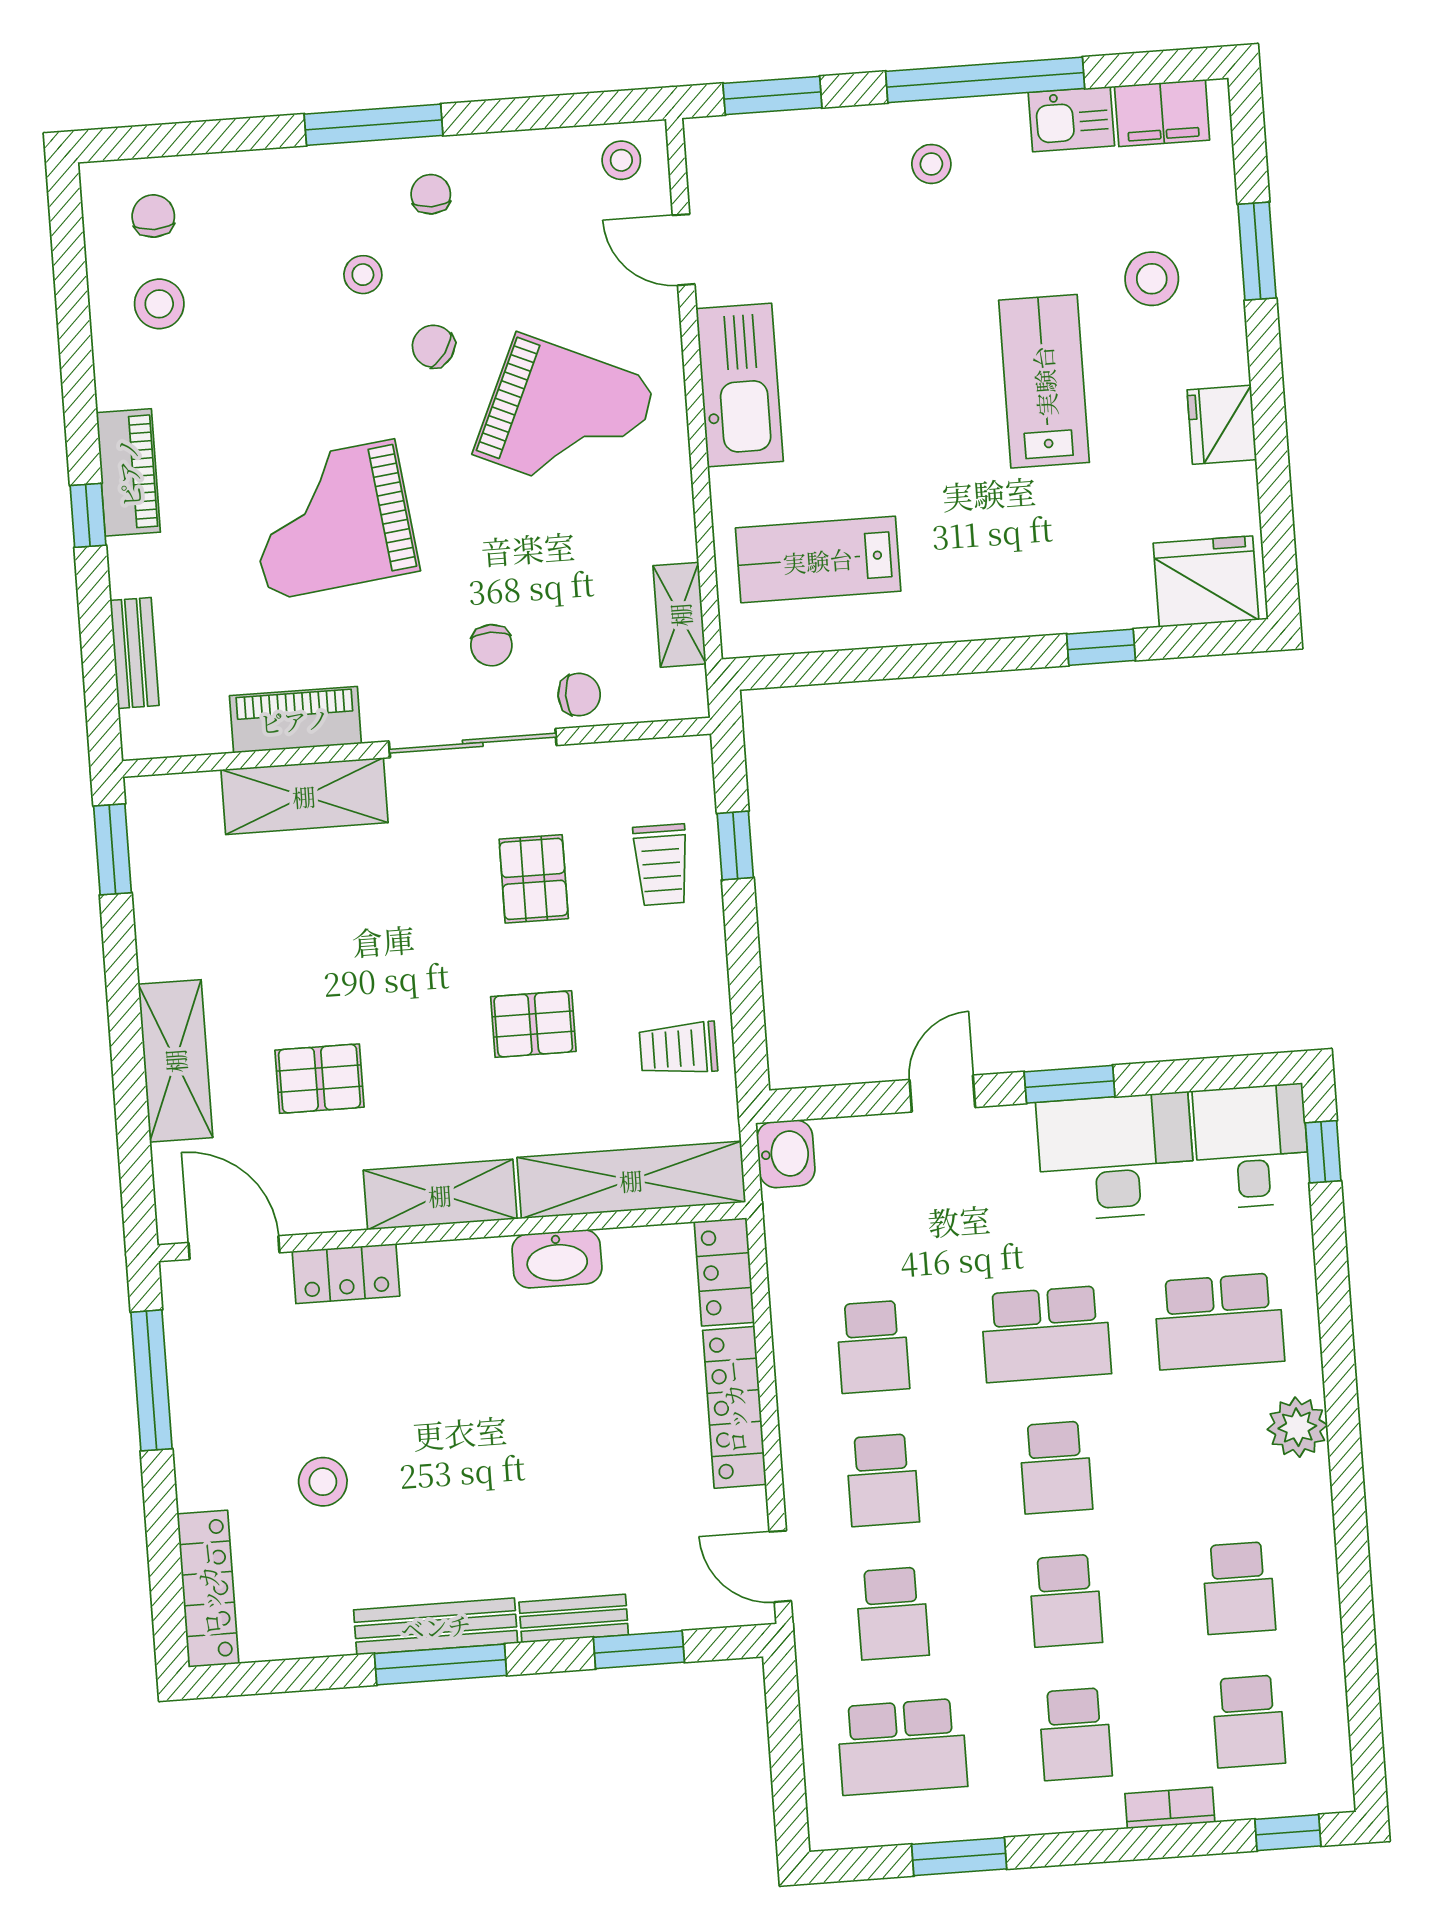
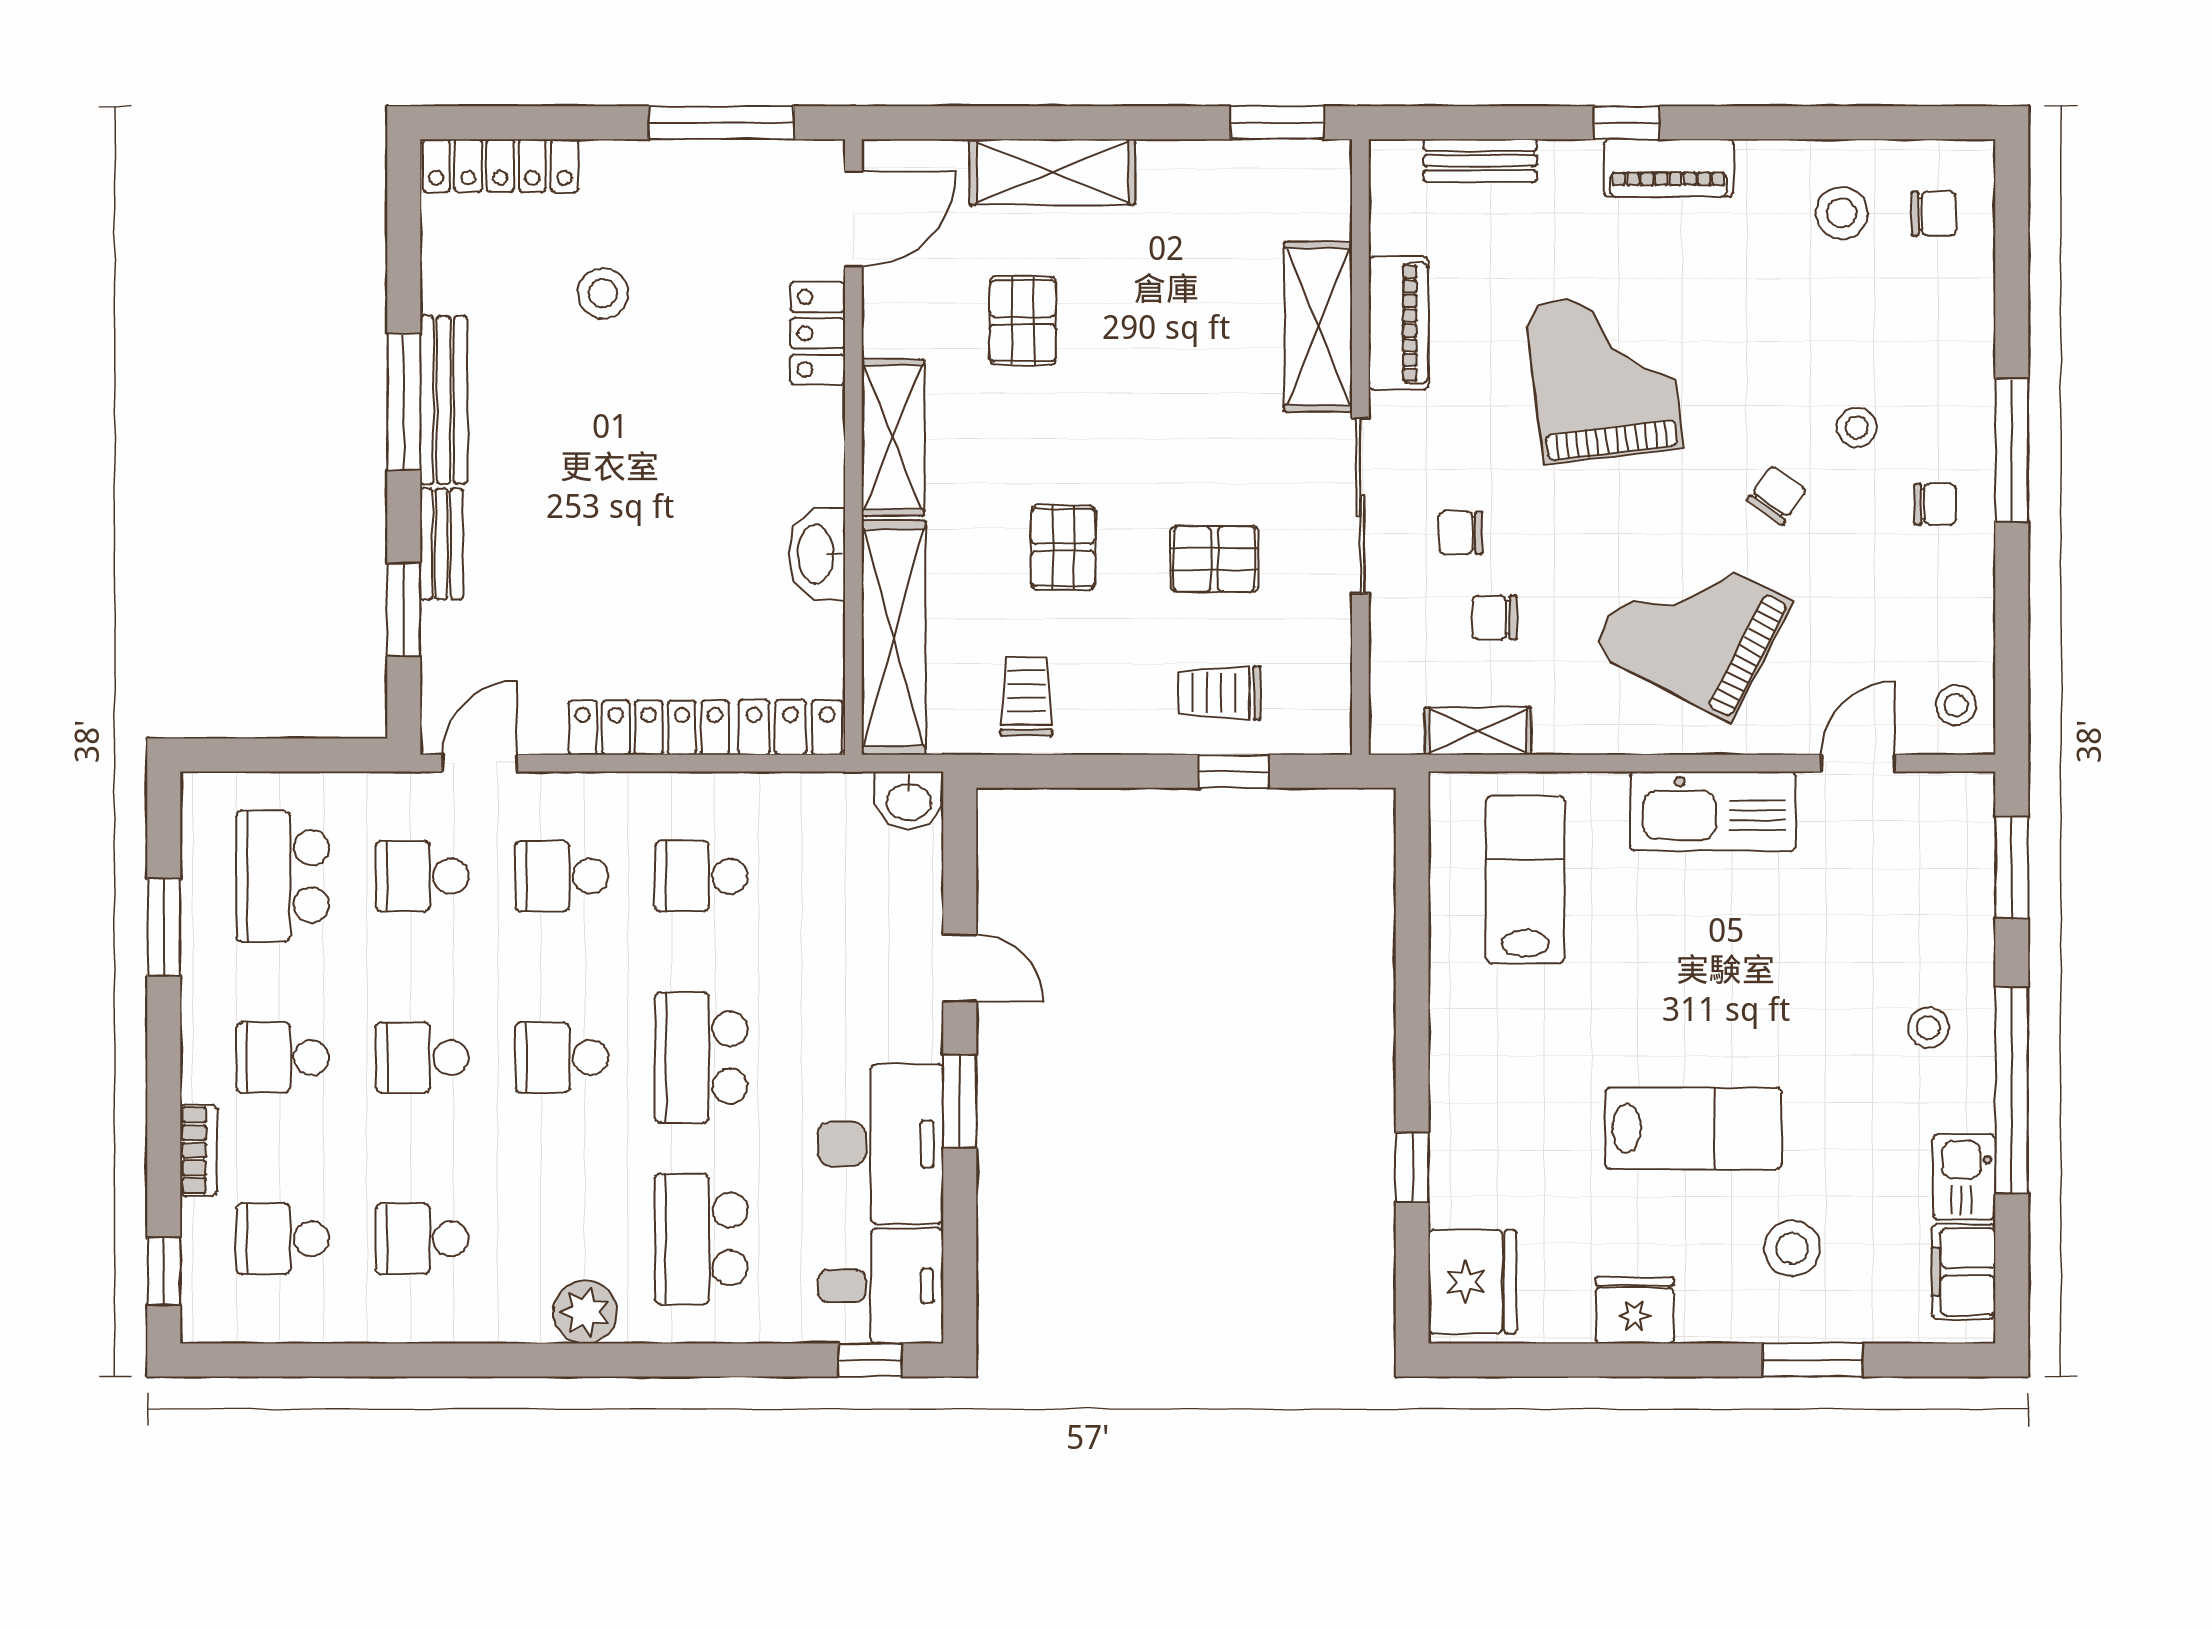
grand piano: (565, 418) -> (1691, 627), turned 93
chair: (579, 695) -> (1495, 618), moved, turned 90

